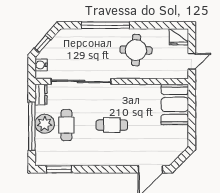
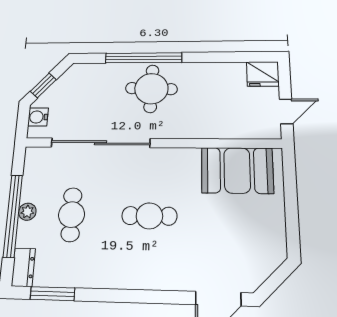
round table: (136, 50) -> (151, 89), moved
dresser: (41, 95) -> (23, 267), moved
booth: (175, 104) -> (237, 170), moved, turned 90
plant: (45, 124) -> (27, 212), width x0.53, depth x0.53

